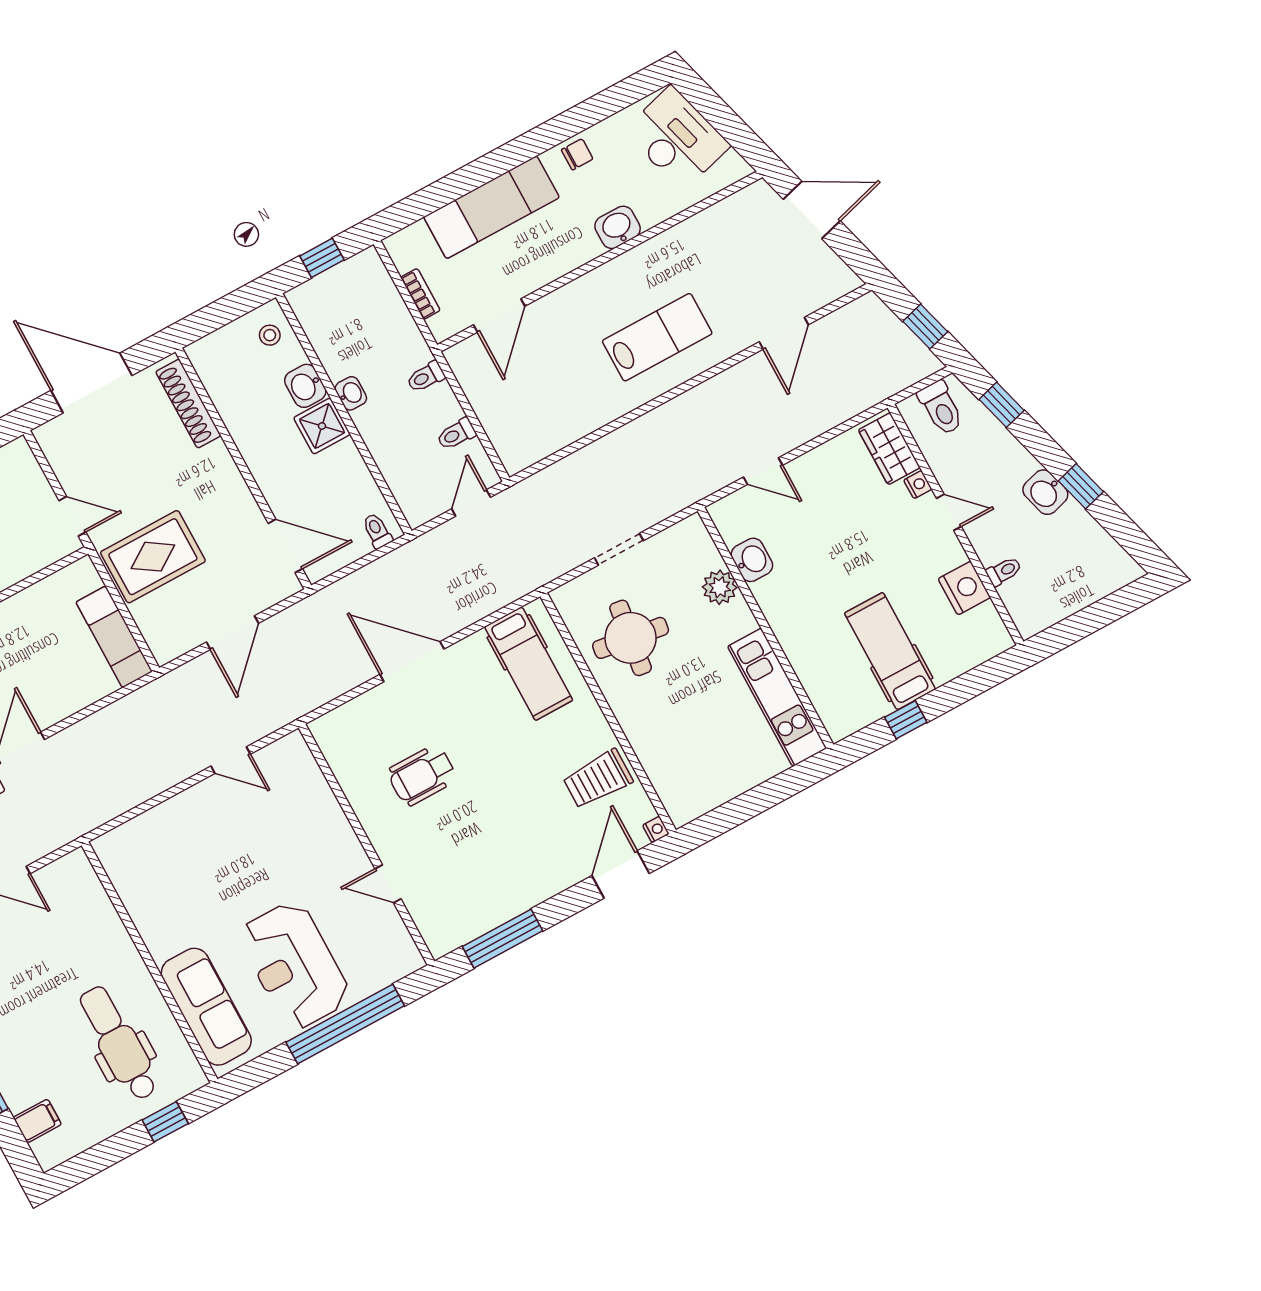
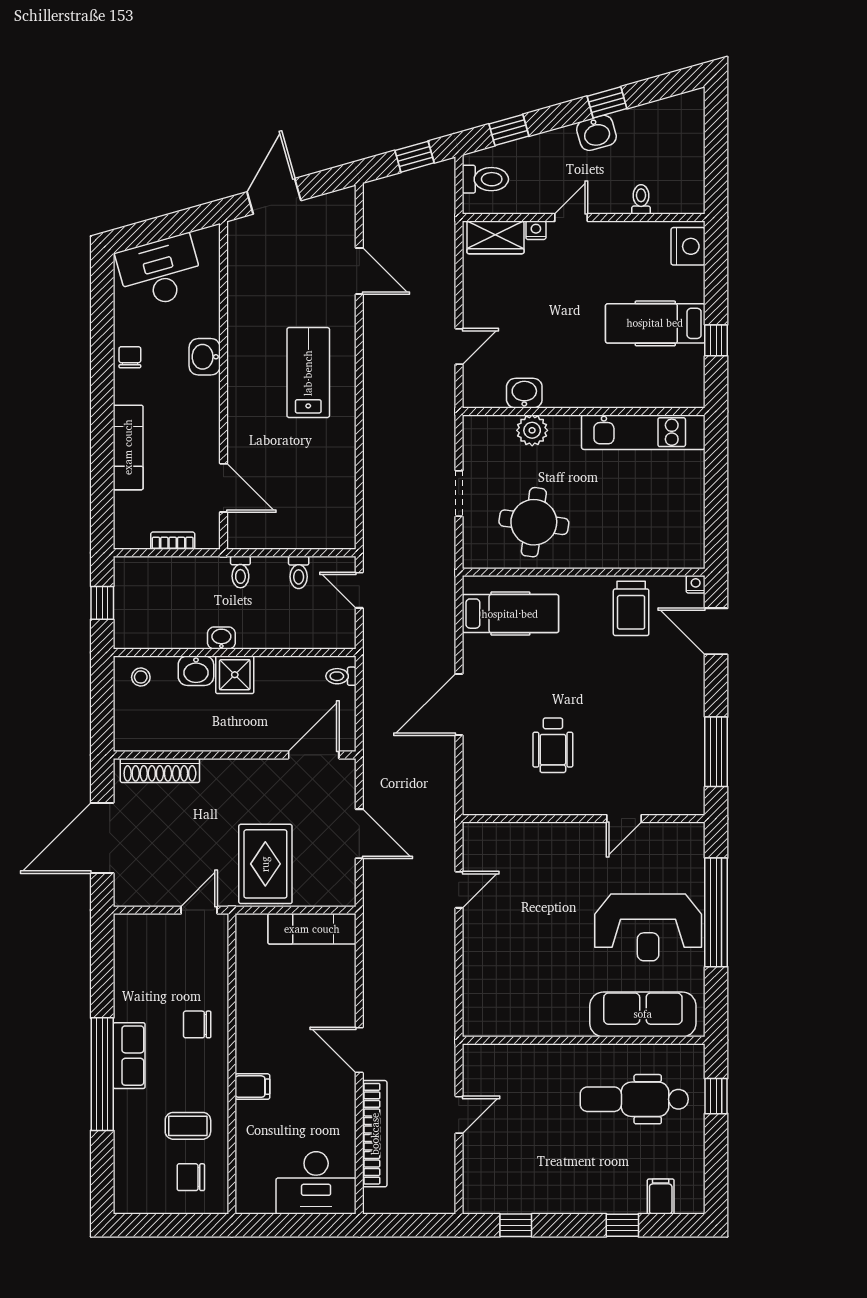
exam couch: (492, 207) -> (128, 447), width x0.73, depth x0.69
nightstand: (964, 588) -> (688, 246), moved, turned 90

